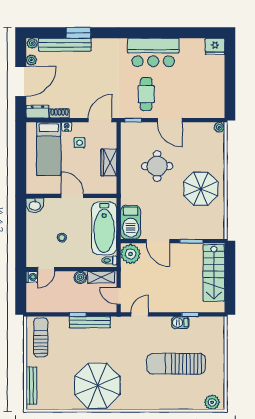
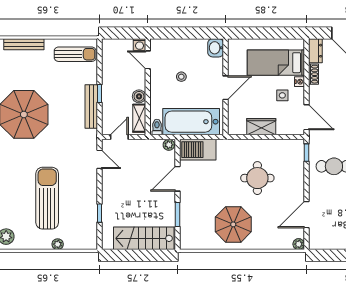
door: (170, 120) -> (306, 215), moved
plant: (131, 254) -> (169, 145), width x0.53, depth x0.53
barbecue: (180, 323) -> (91, 203), removed
plant: (219, 354) -> (58, 244), added

